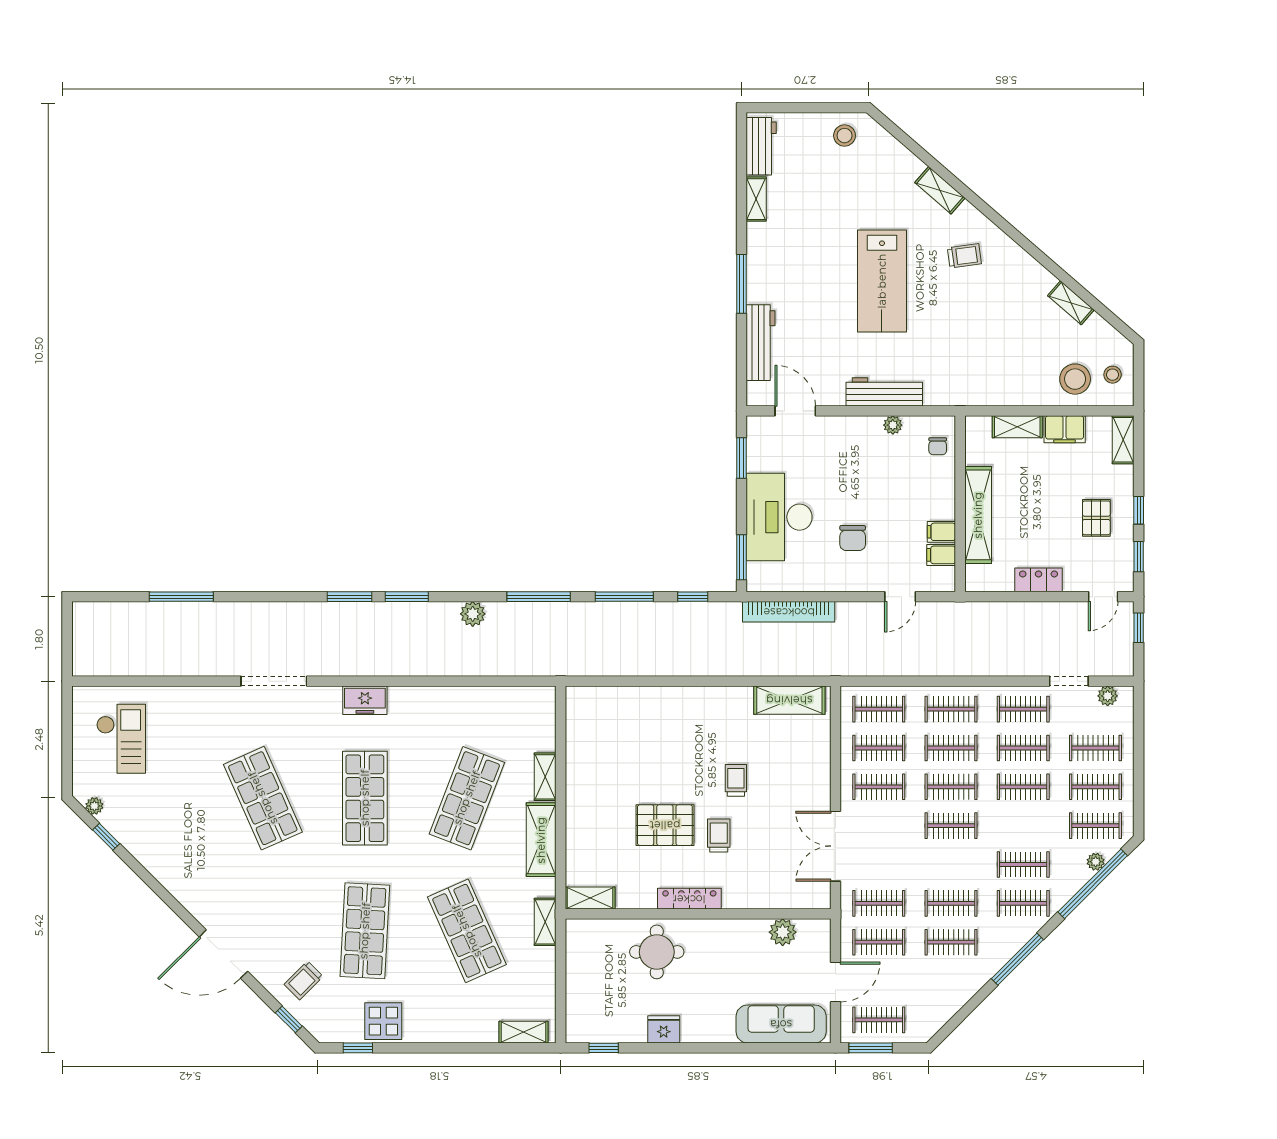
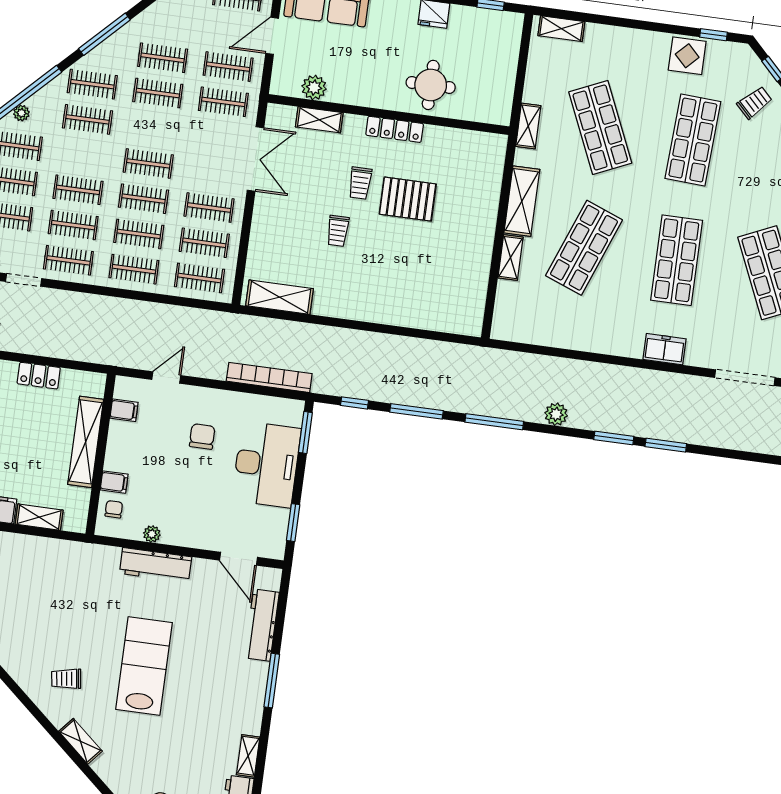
filing cabinet: (941, 532) -> (114, 482), moved
shelving: (590, 898) -> (319, 120), moved

